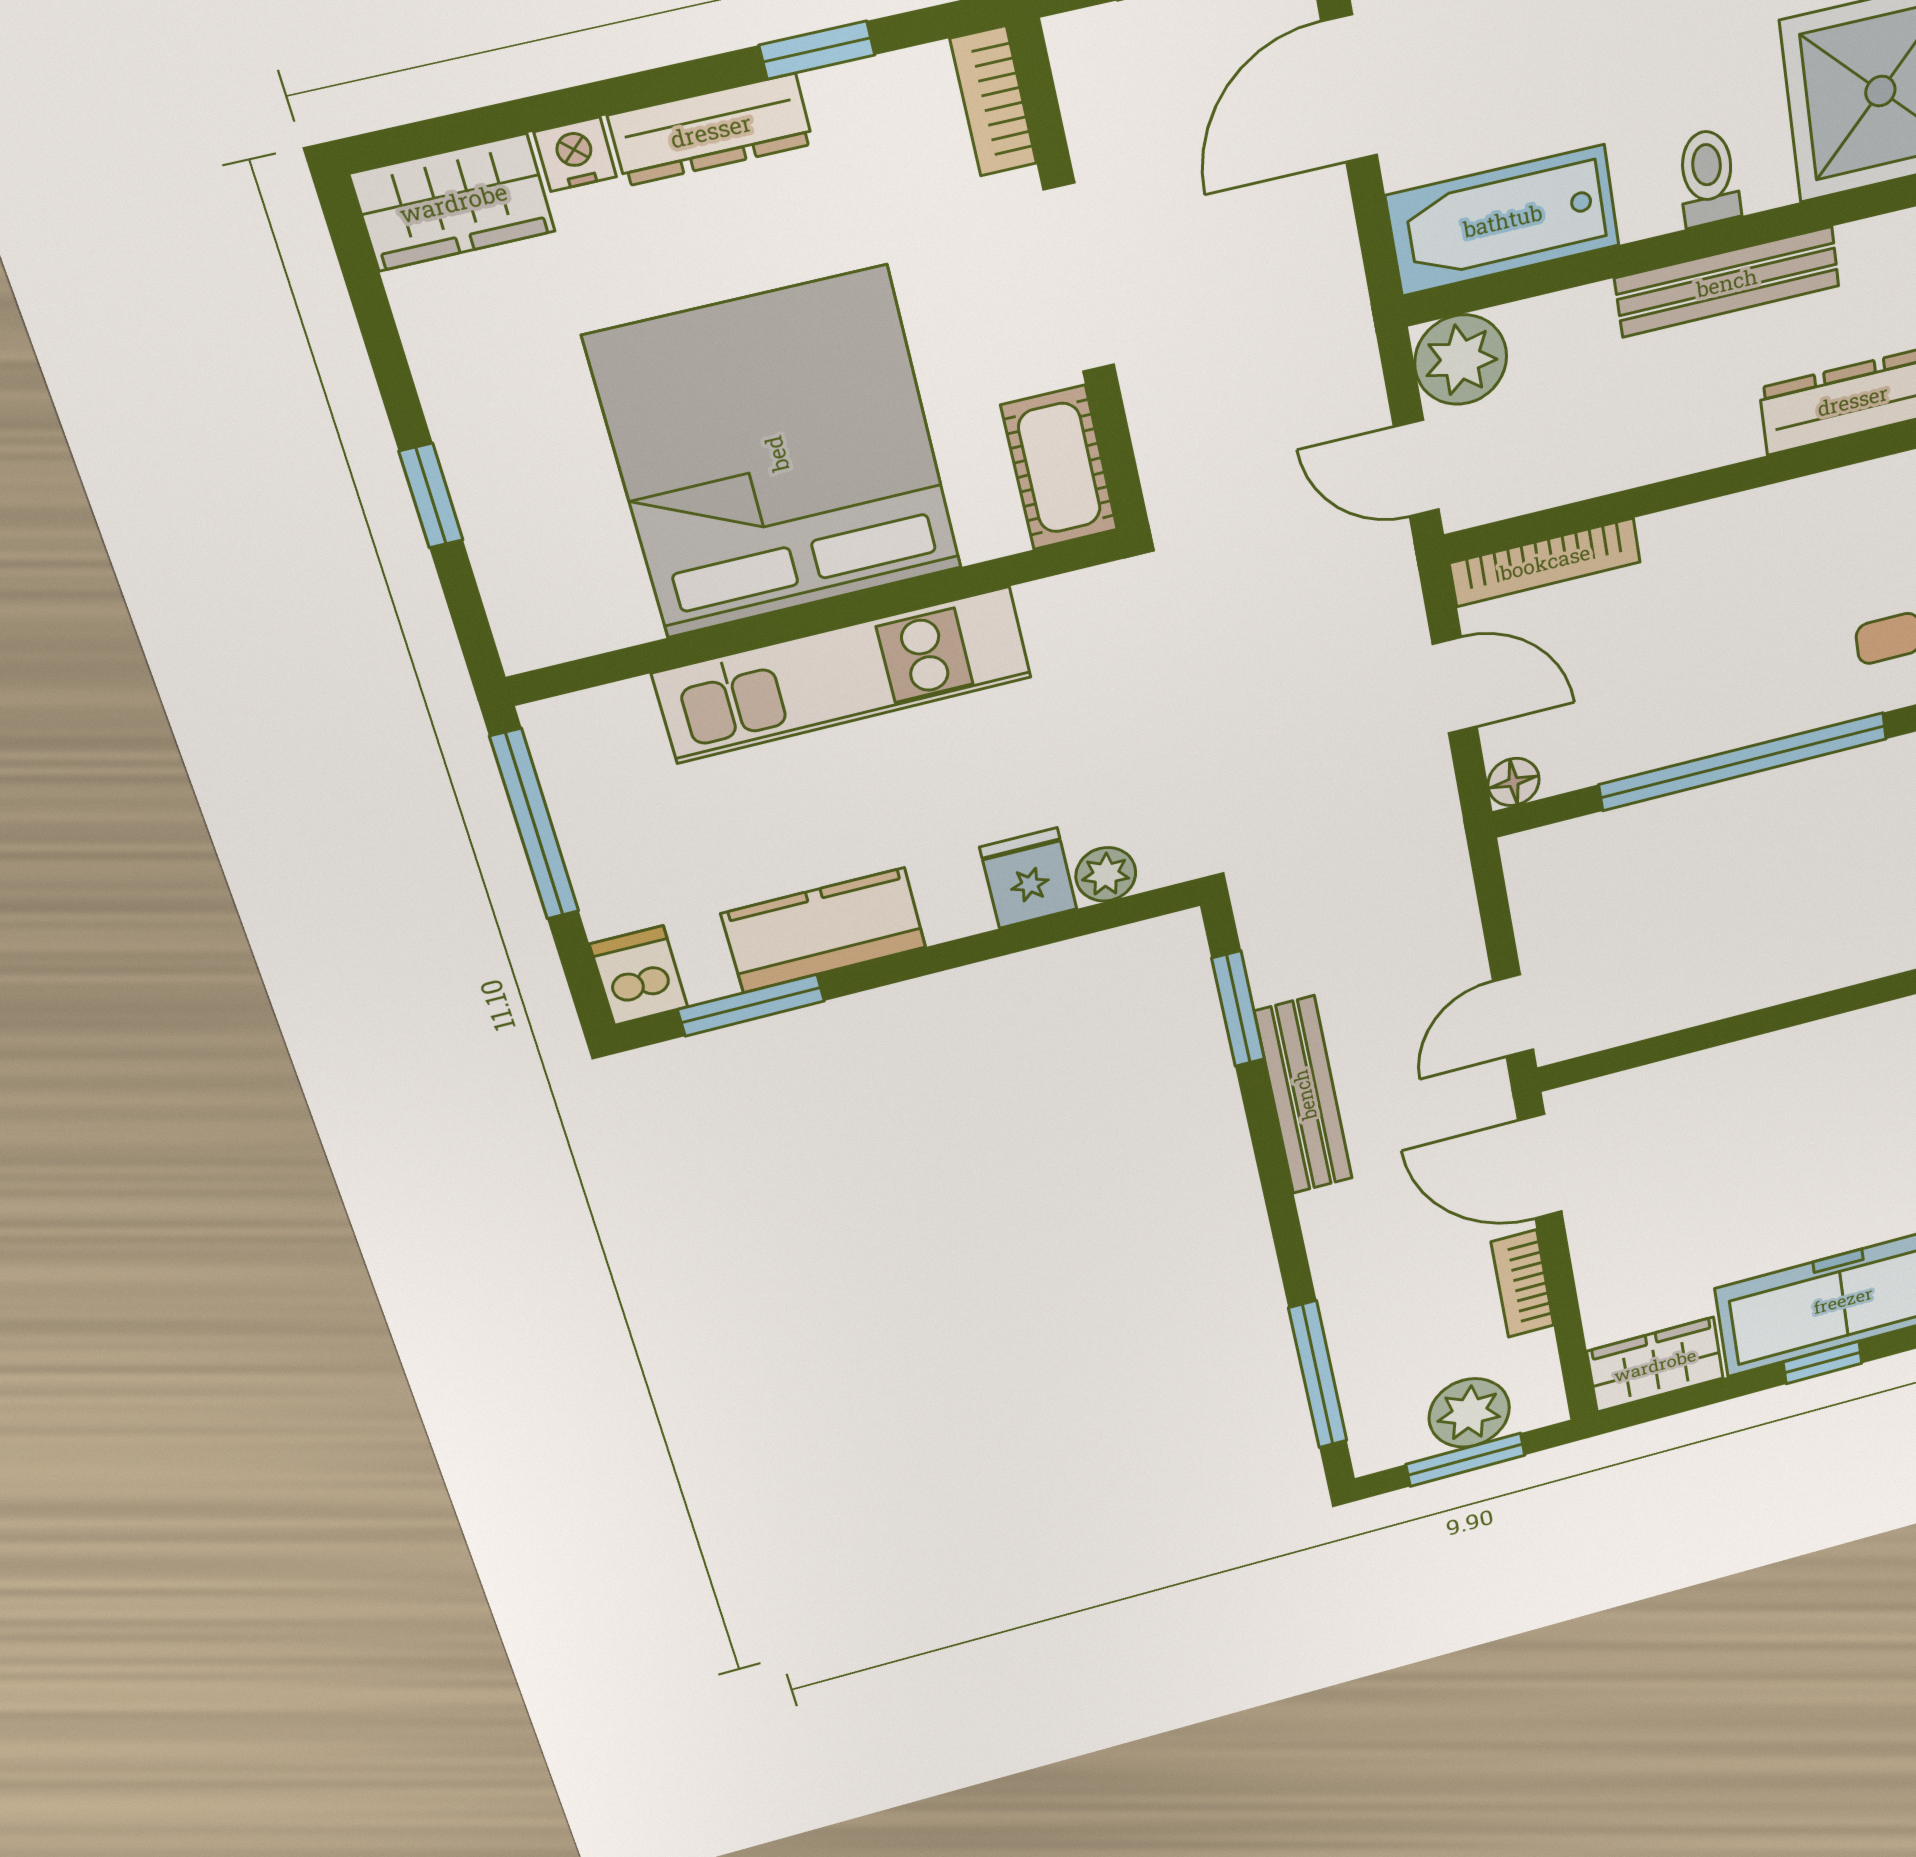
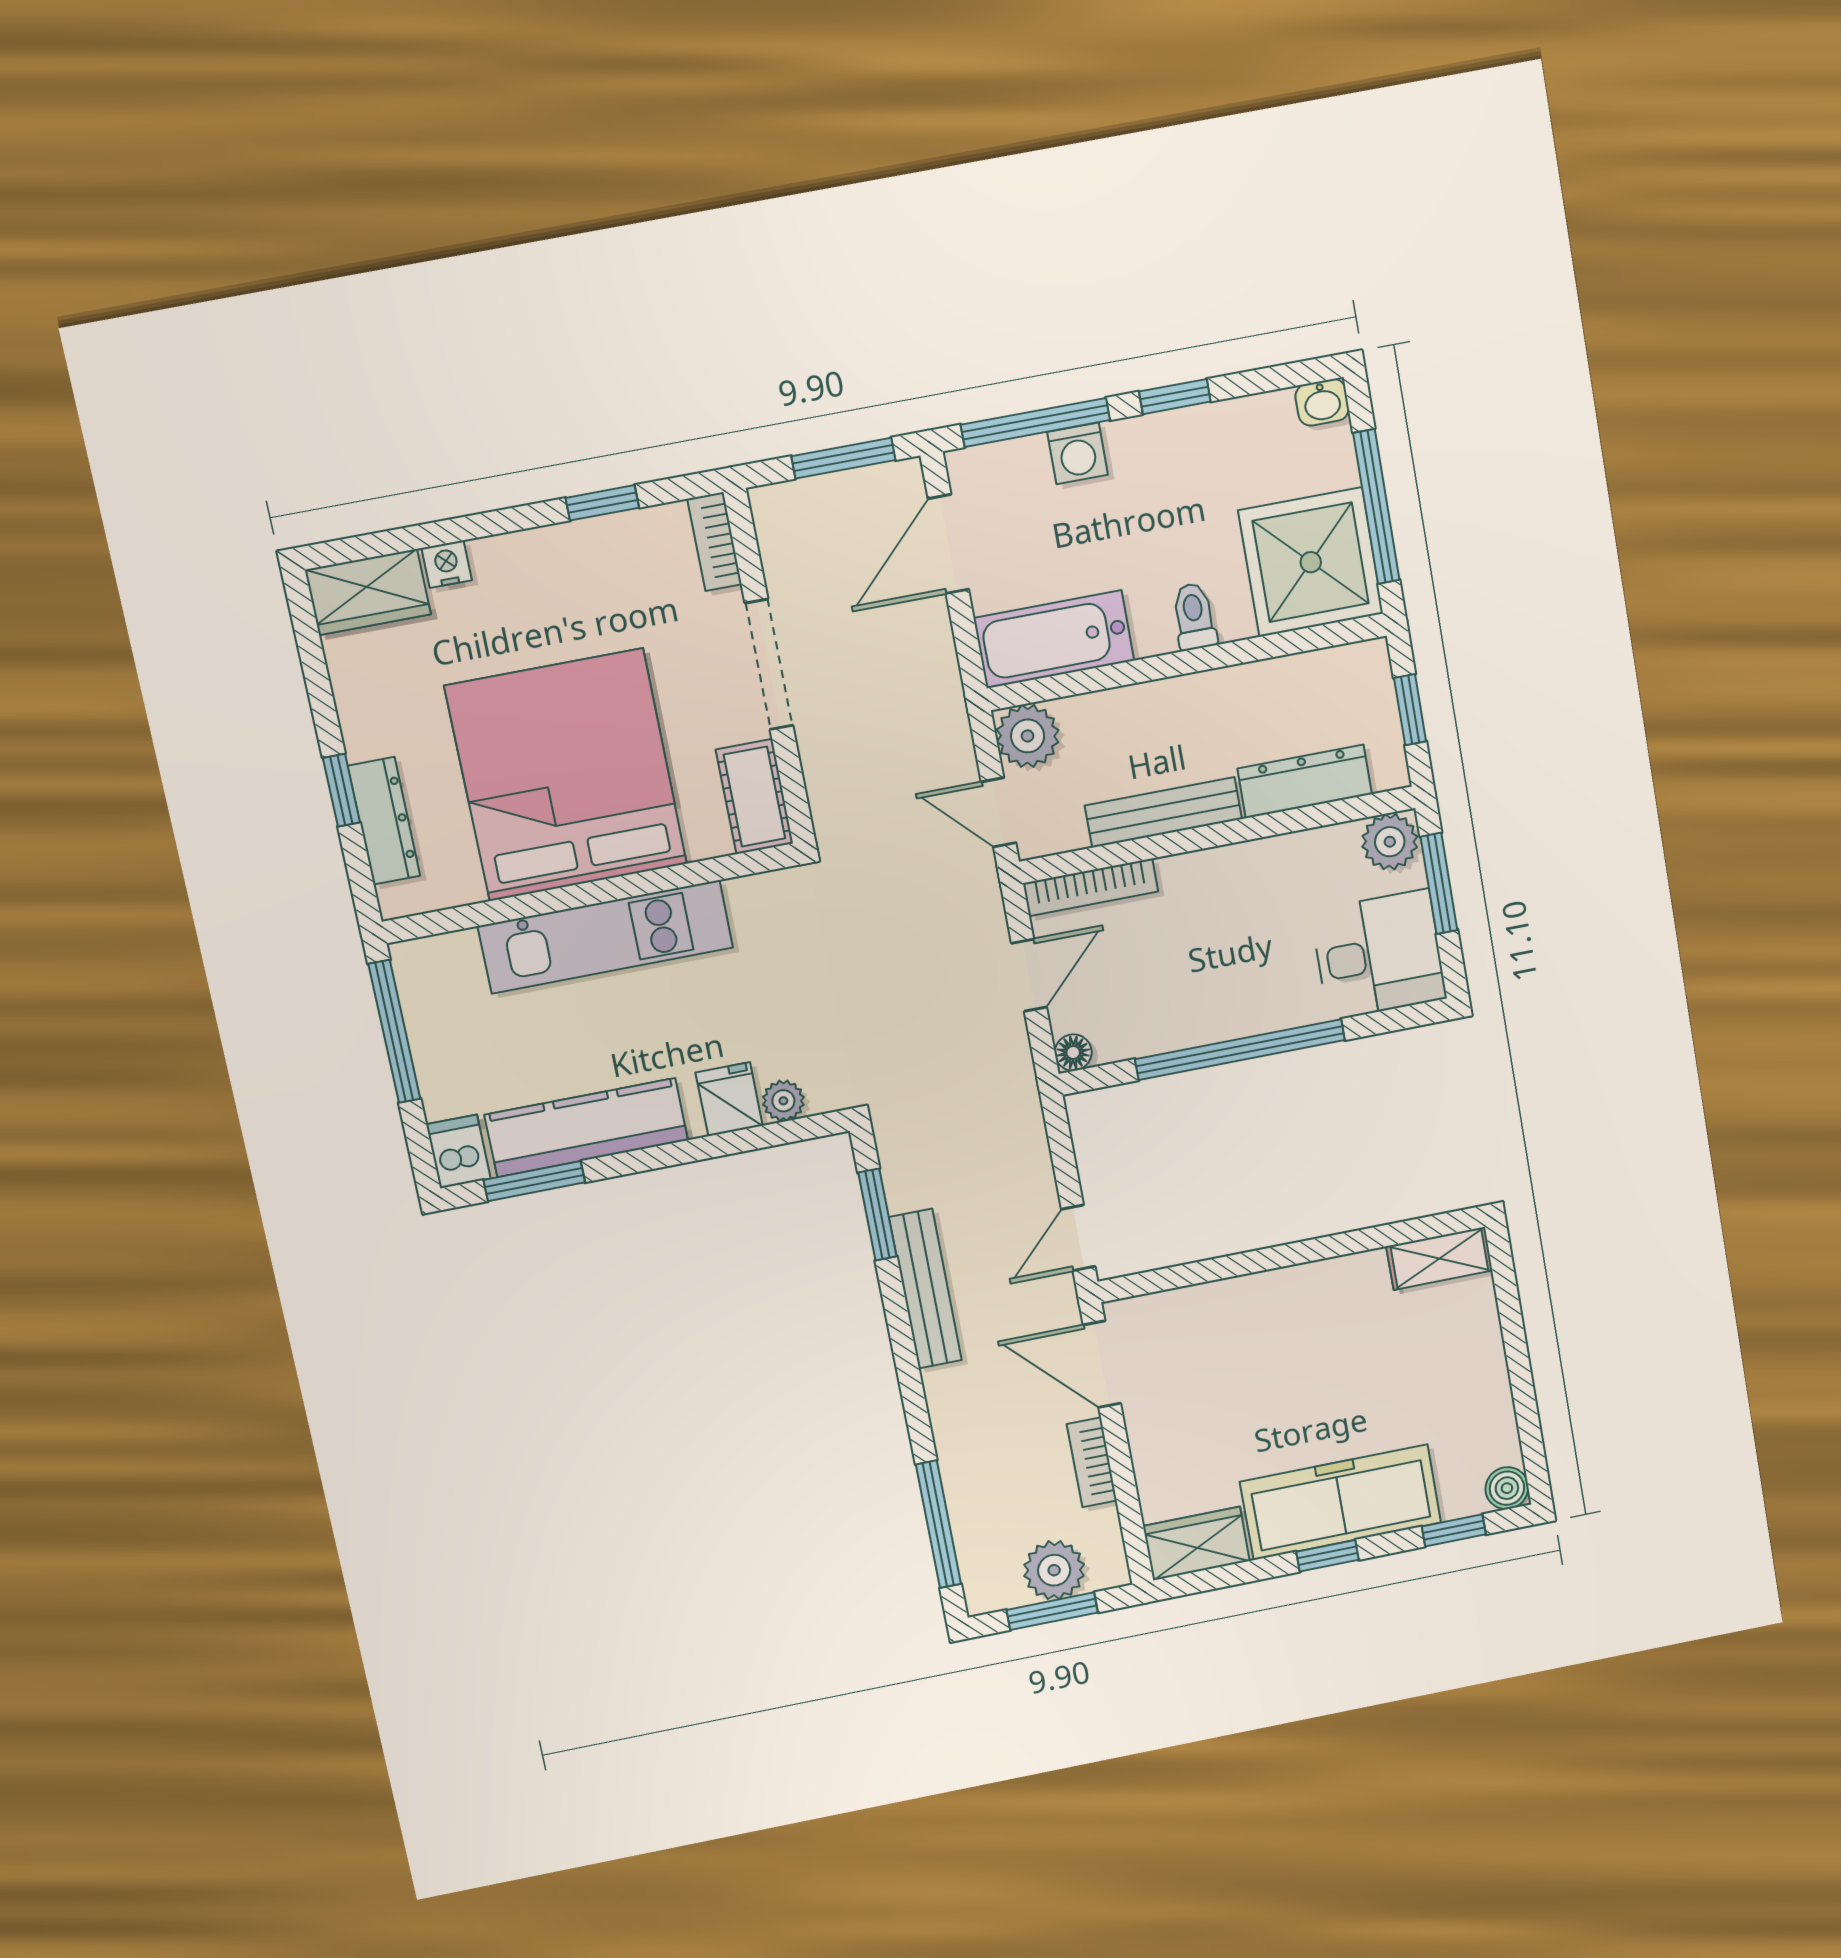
dresser: (711, 130) -> (384, 821), moved, turned -90
bench: (1727, 282) -> (1163, 812), moved
door: (1455, 685) -> (1029, 975), hinge flipped
kitchen counter: (824, 930) -> (586, 1128), width x1.50

